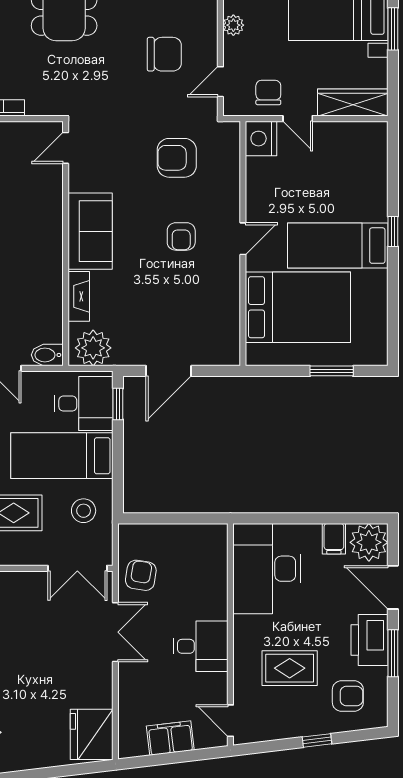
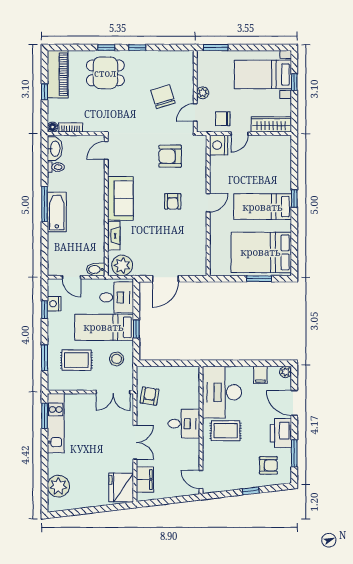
plant: (233, 25) -> (203, 93), moved
window: (393, 29) -> (294, 82), width x0.67
chair: (164, 54) -> (163, 97), turned -107
chair: (268, 92) -> (223, 119), turned -90
door: (298, 119) -> (240, 134), hinge flipped
bed: (298, 307) -> (261, 252), moved, turned 180
window: (118, 404) -> (136, 329), moved
plant: (369, 542) -> (286, 372), width x0.53, depth x0.53
double door: (115, 632) -> (135, 442), moved
desk: (201, 646) -> (184, 424), moved
window: (393, 653) -> (294, 453), moved
rug: (290, 668) -> (226, 431), moved
filing cabinet: (170, 738) -> (145, 480), moved, turned 97

